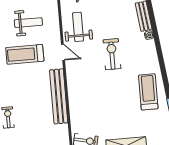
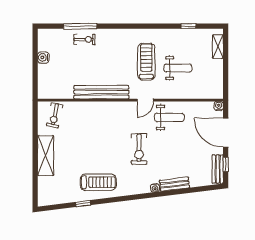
weight bench: (28, 23) -> (178, 68), turned -90
exercise bike: (112, 54) -> (139, 149), turned 90

